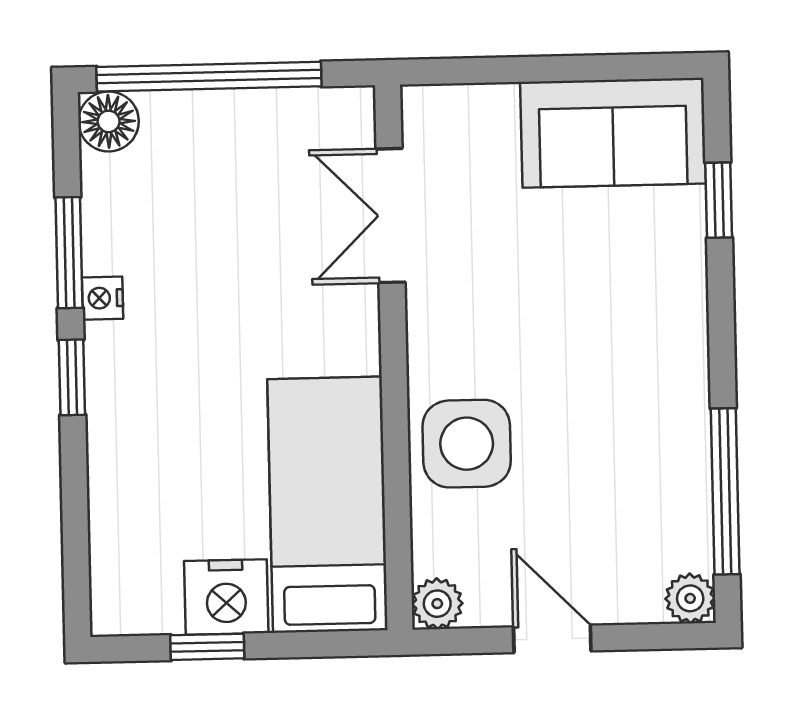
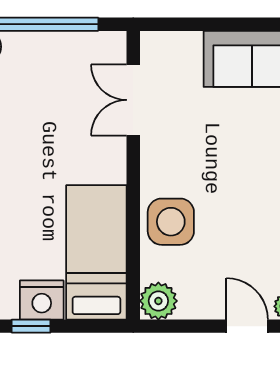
plant: (437, 604) -> (158, 301), width x1.38, depth x1.38
door: (552, 639) -> (247, 326), moved

